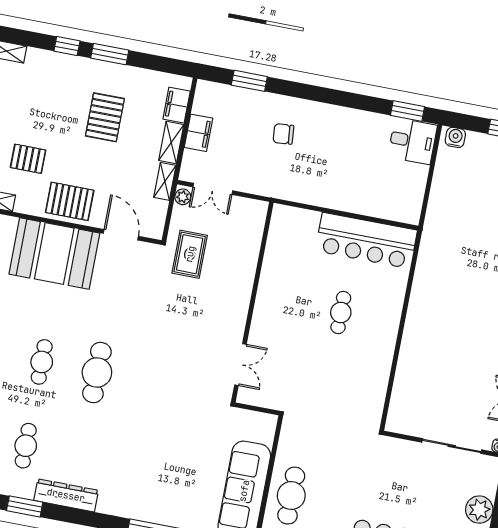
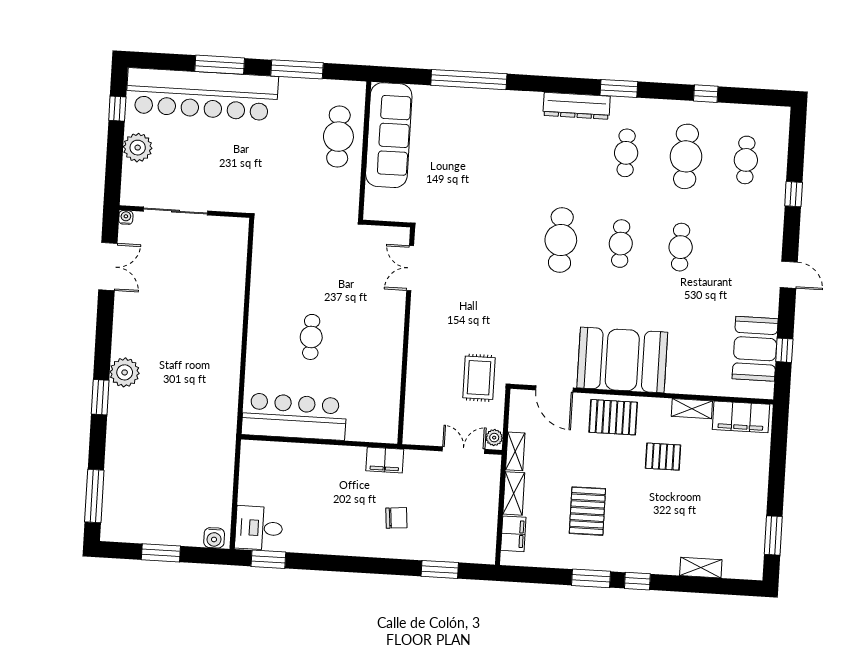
filing cabinet: (198, 133) -> (385, 460), moved, turned -90

